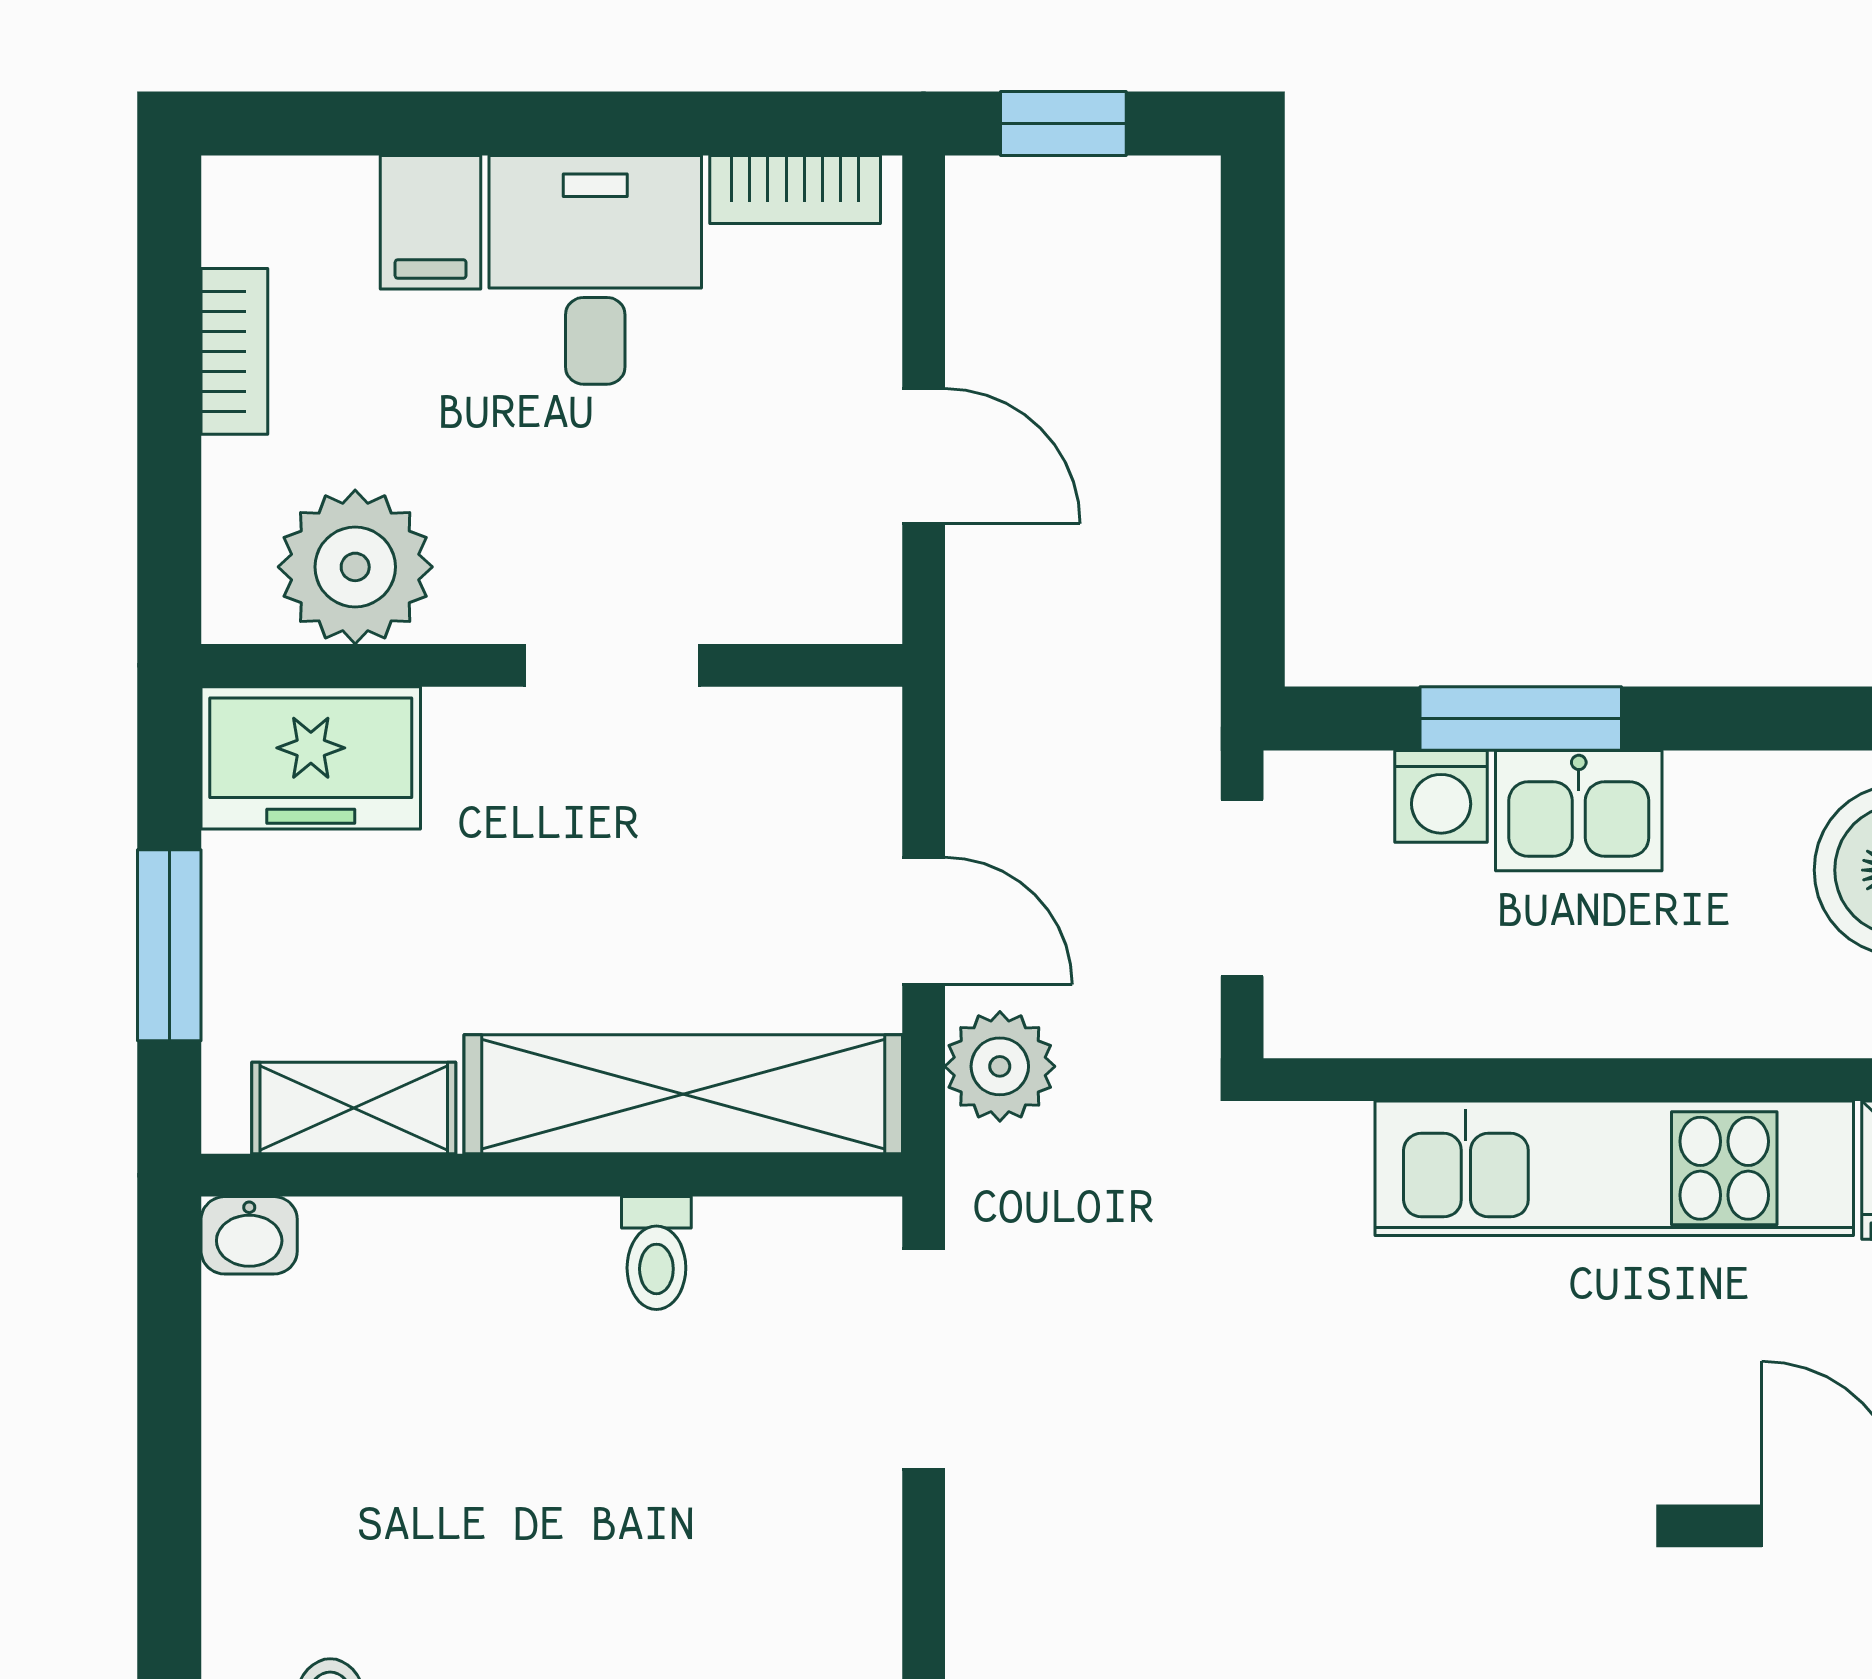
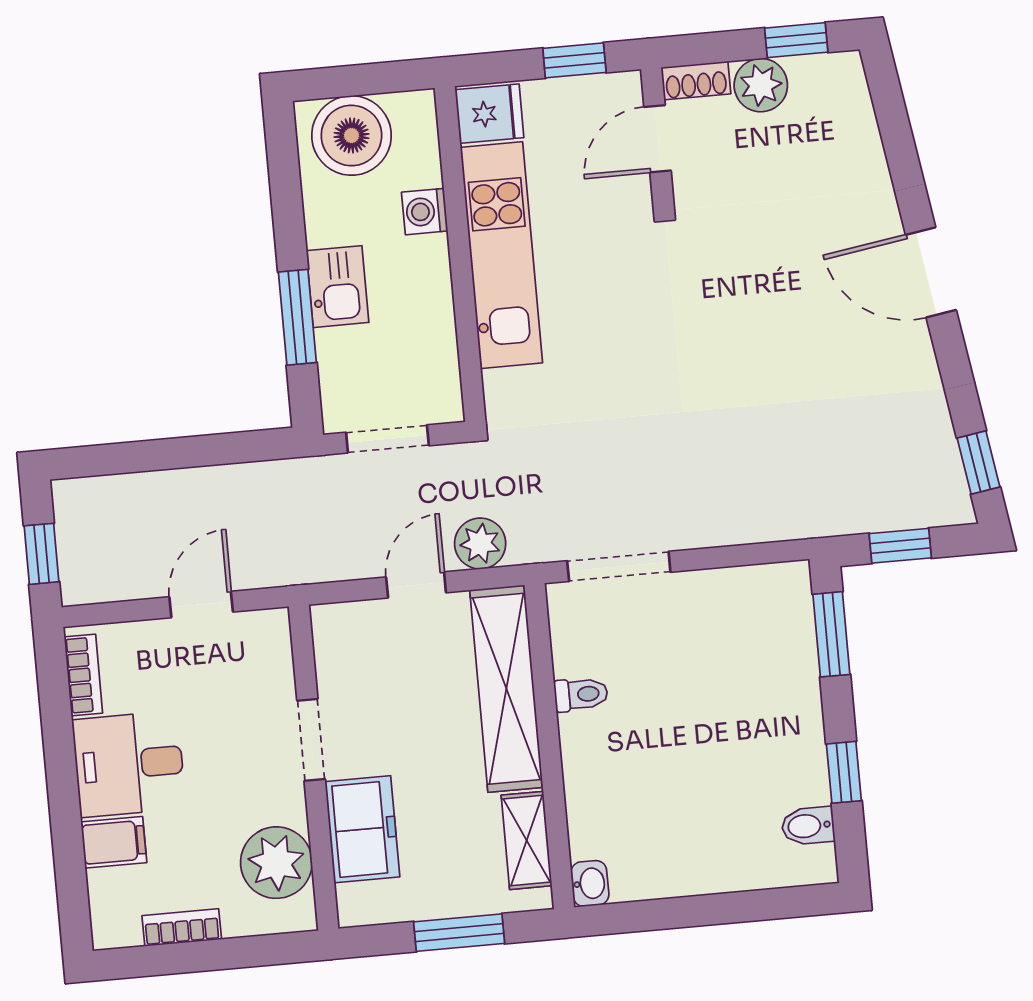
freezer: (311, 758) -> (362, 829), moved
washing machine: (1441, 796) -> (425, 212), moved, turned 180

